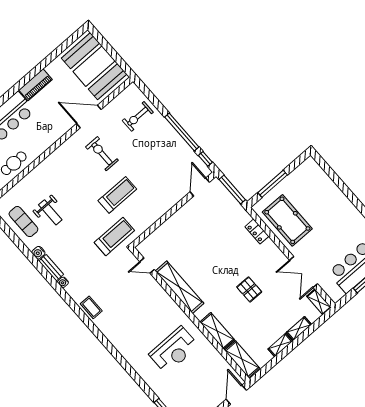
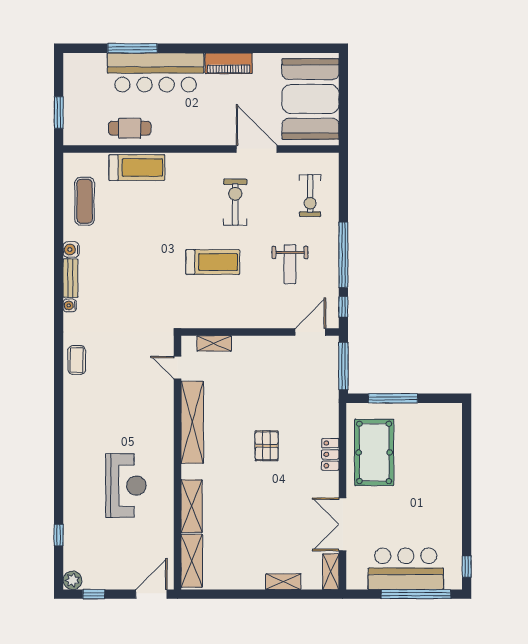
exercise bike: (138, 116) -> (310, 196), turned -90
weight bench: (50, 212) -> (290, 264), moved
locker: (257, 232) -> (330, 454), moved
treadmill: (114, 236) -> (137, 168), moved
pallet: (249, 289) -> (267, 446), moved
shelving: (280, 345) -> (214, 343), moved
reception desk: (174, 350) -> (126, 486), turned -90

